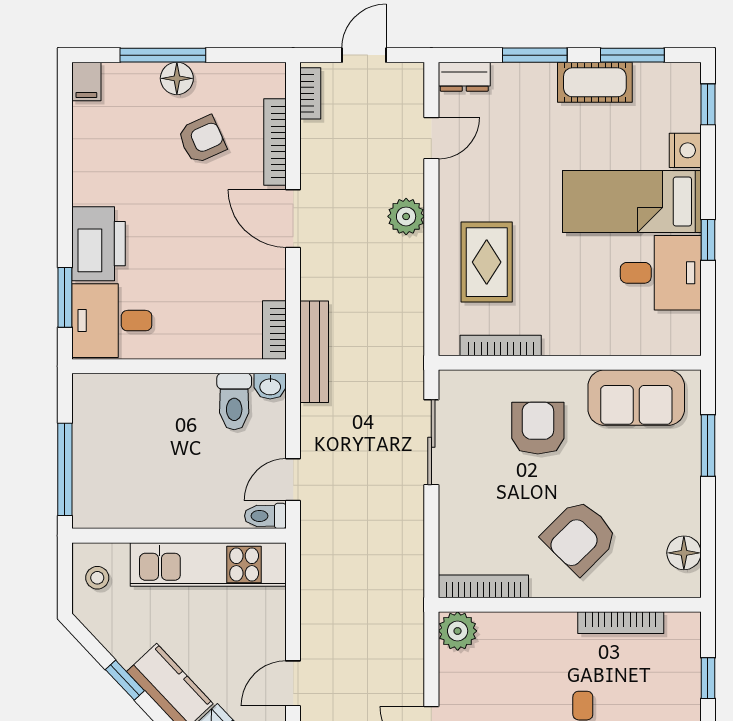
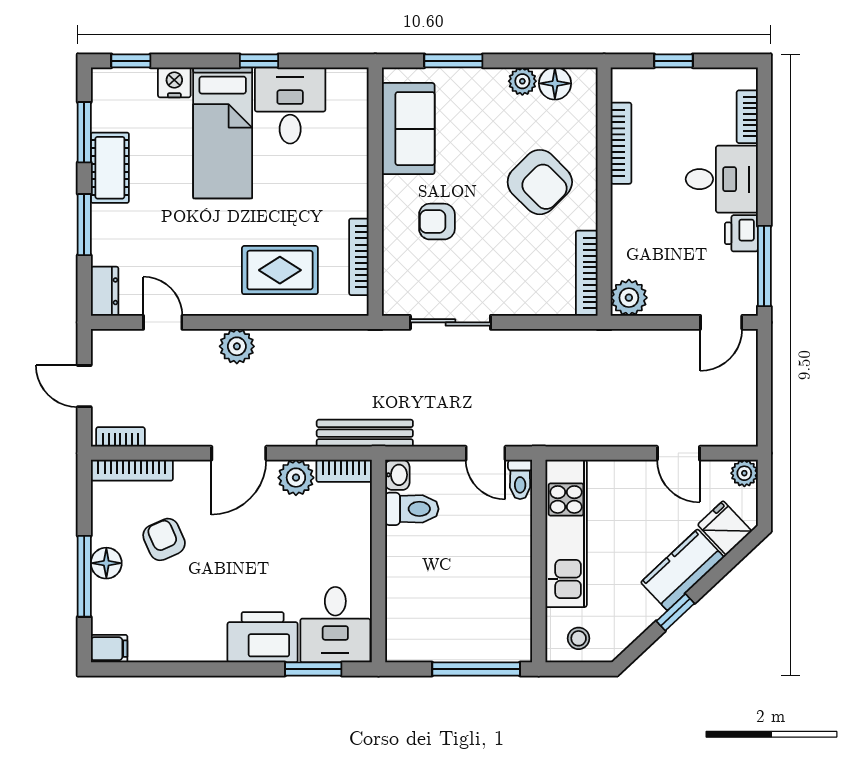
bookcase: (275, 142) -> (132, 470), moved
plant: (267, 279) -> (296, 478), added
armchair: (538, 428) -> (437, 222), width x0.72, depth x0.72
plant: (686, 518) -> (522, 81), added

